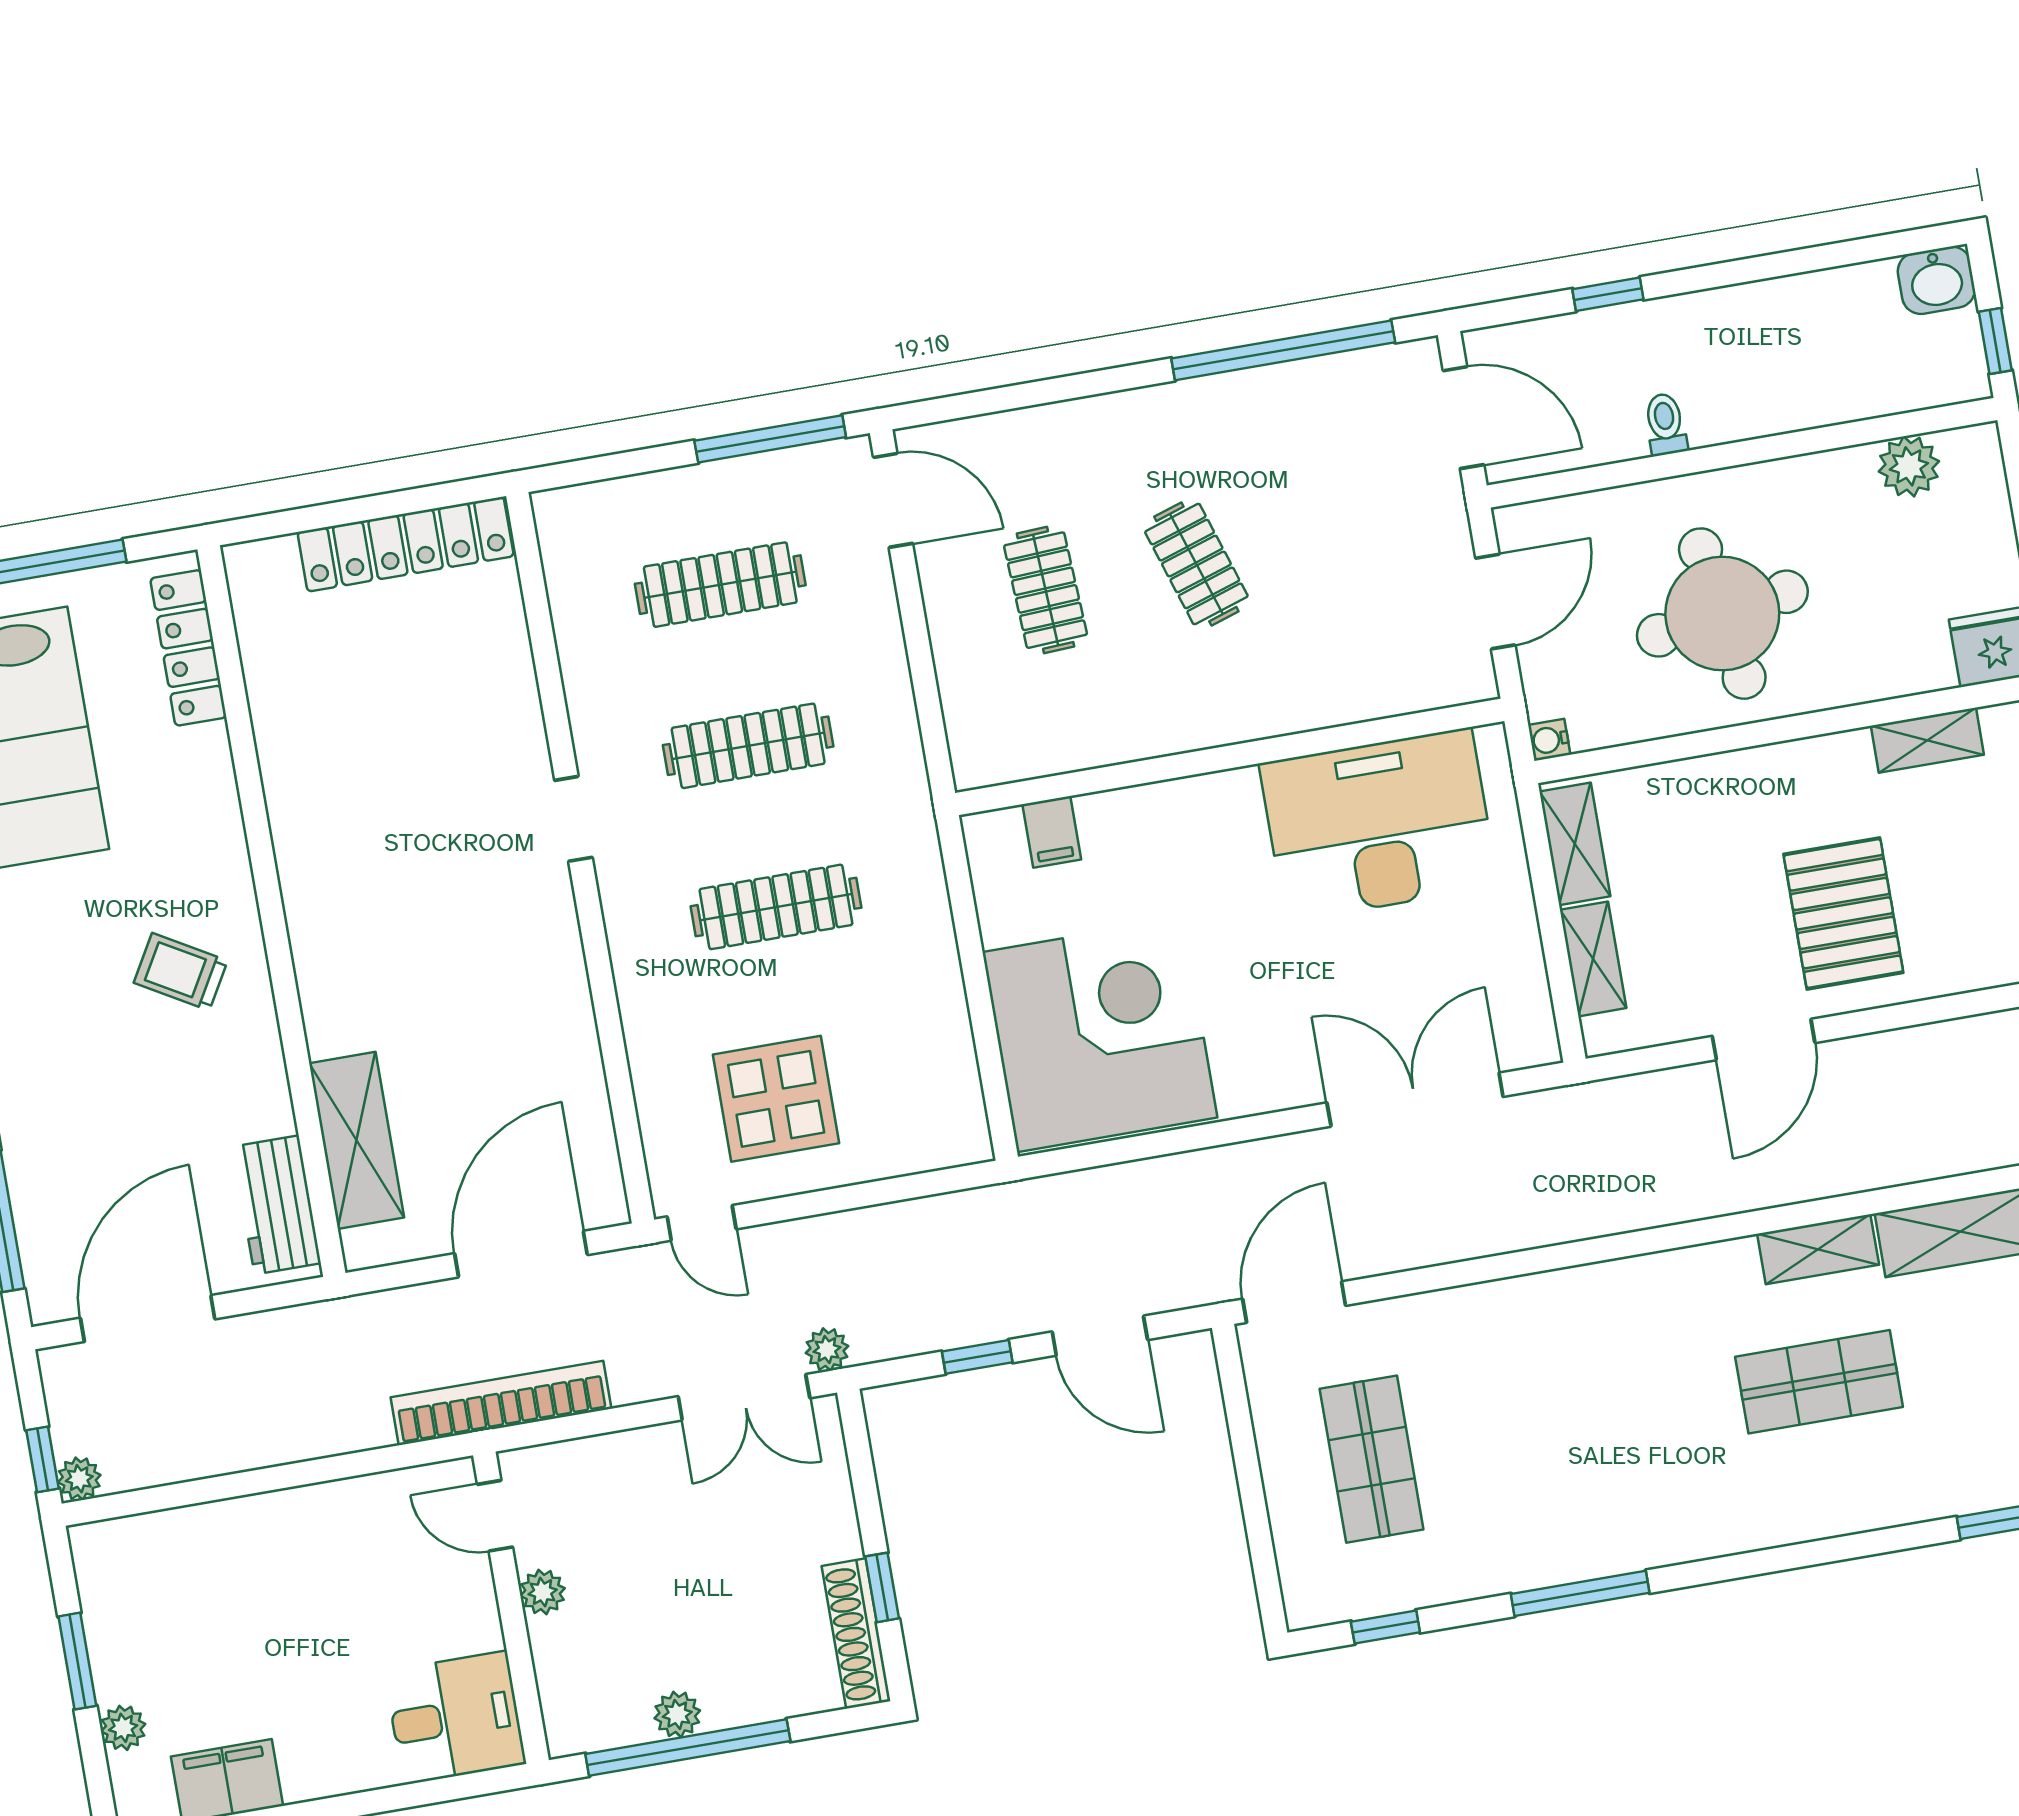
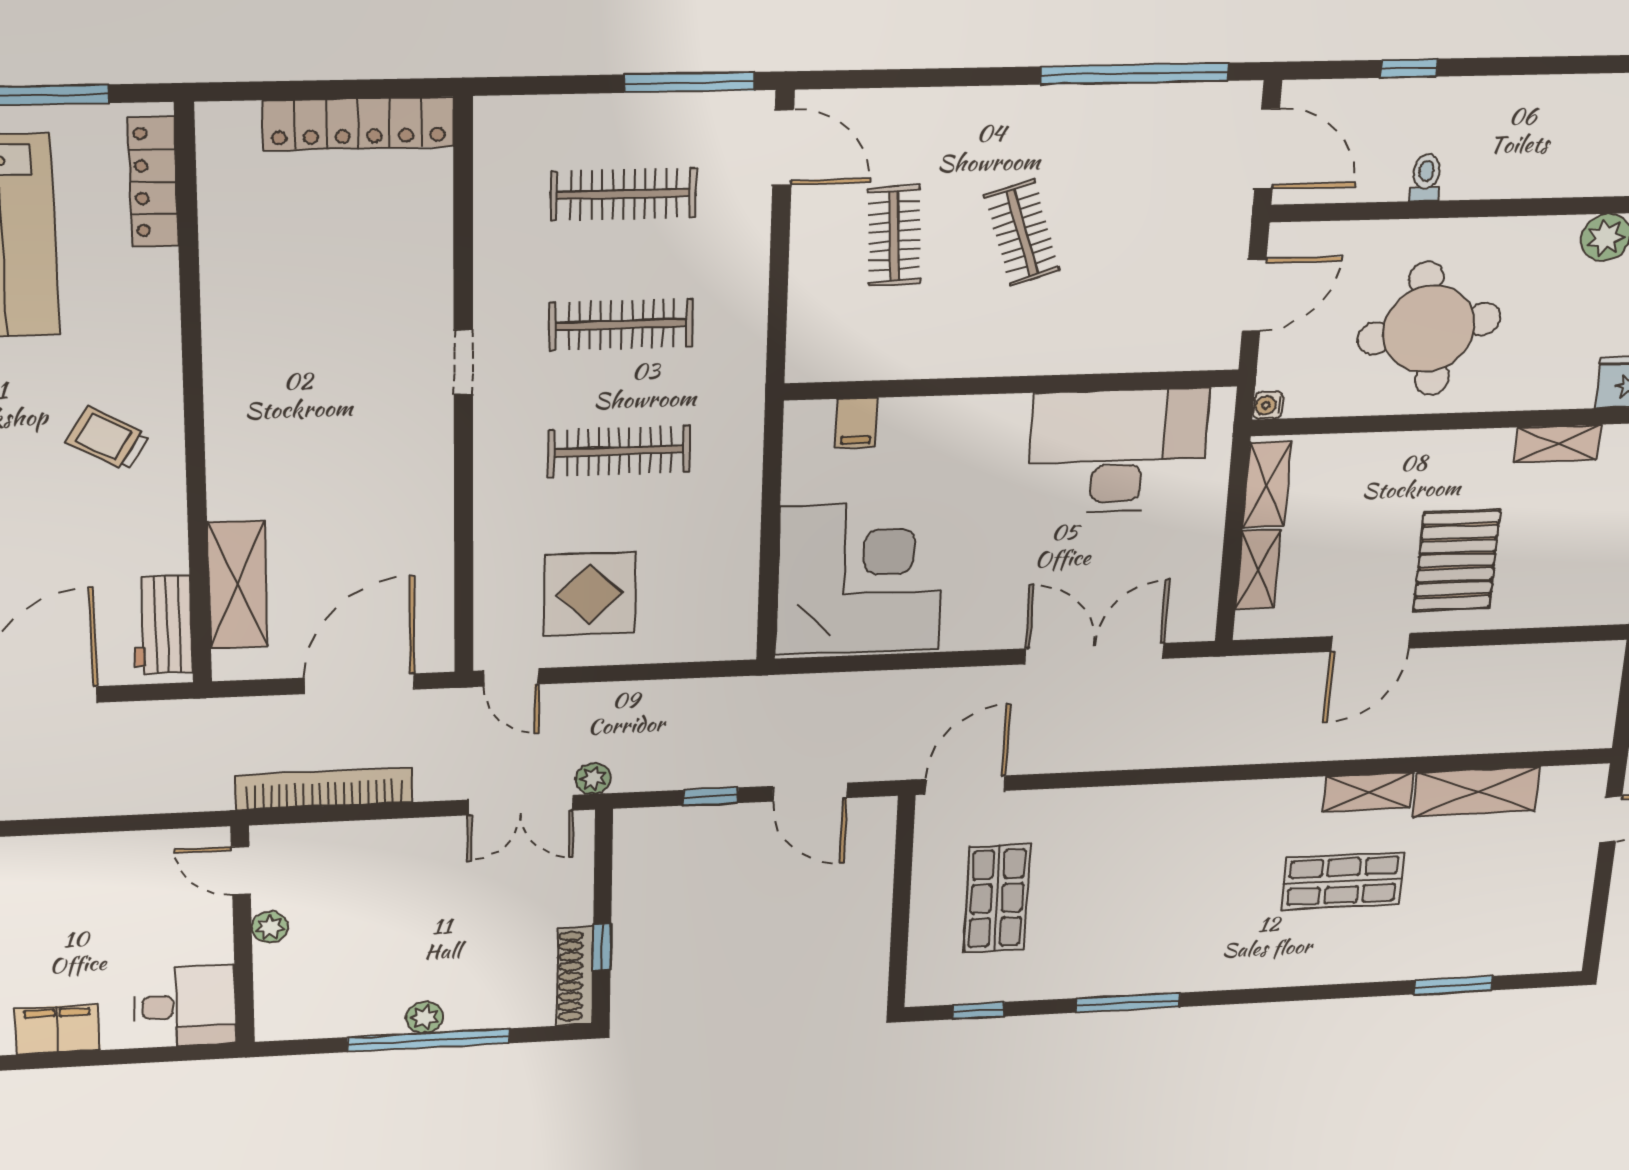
door: (495, 1516) -> (241, 871), moved
plant: (543, 1592) -> (270, 927), moved
wall: (511, 1608) -> (243, 936), moved
desk: (455, 1718) -> (185, 1006), moved

